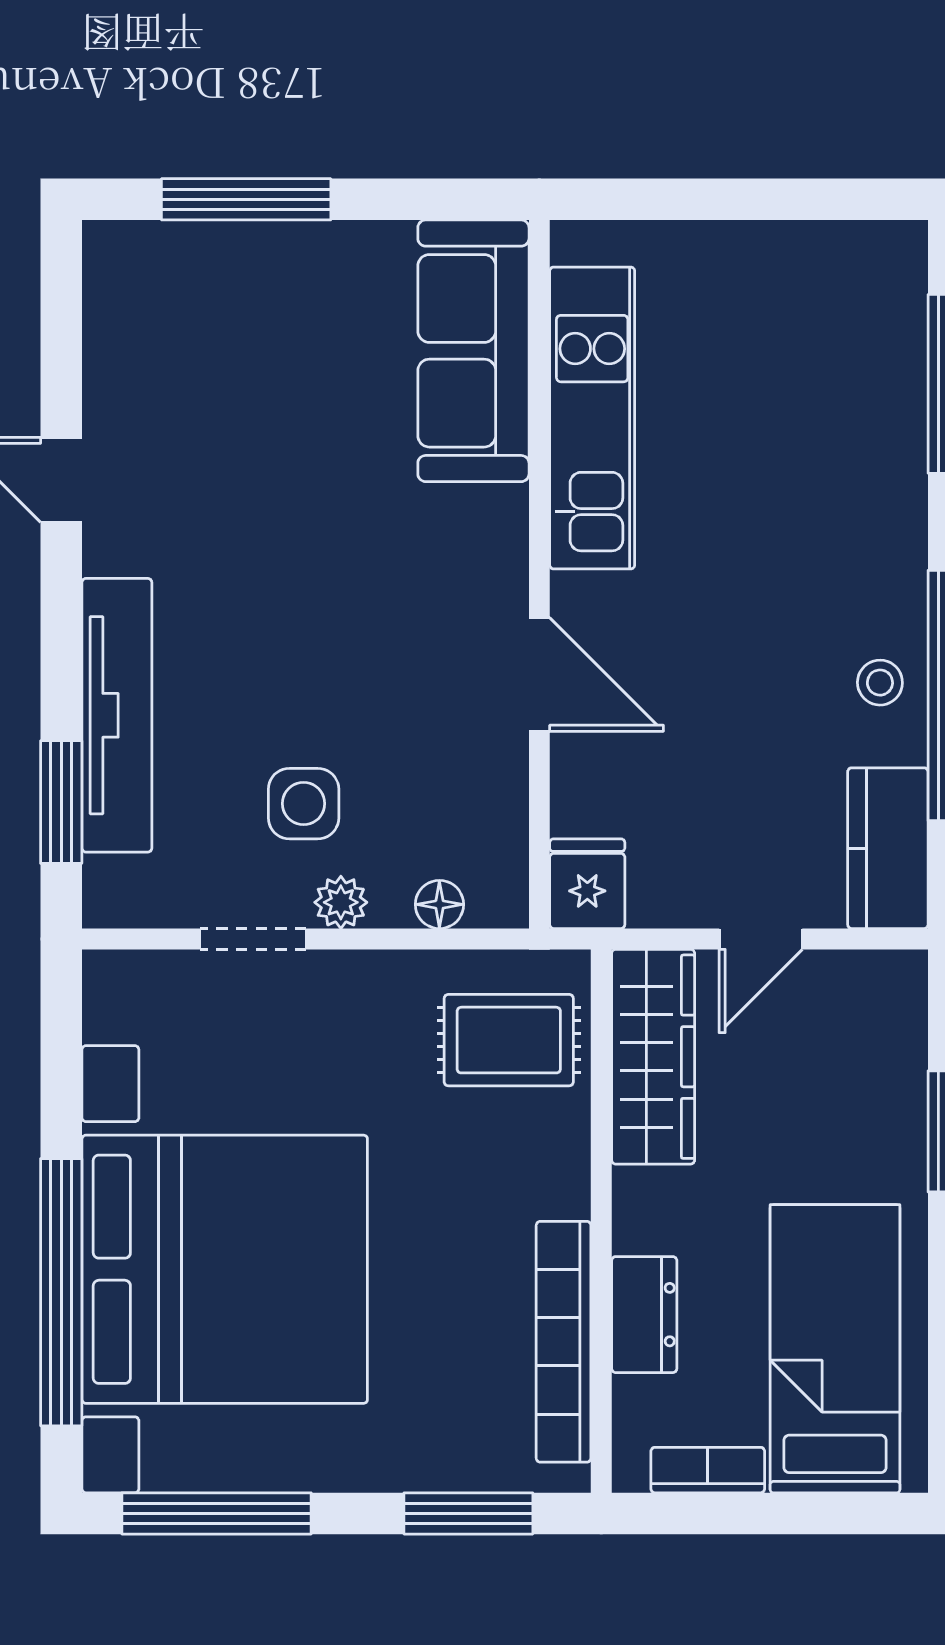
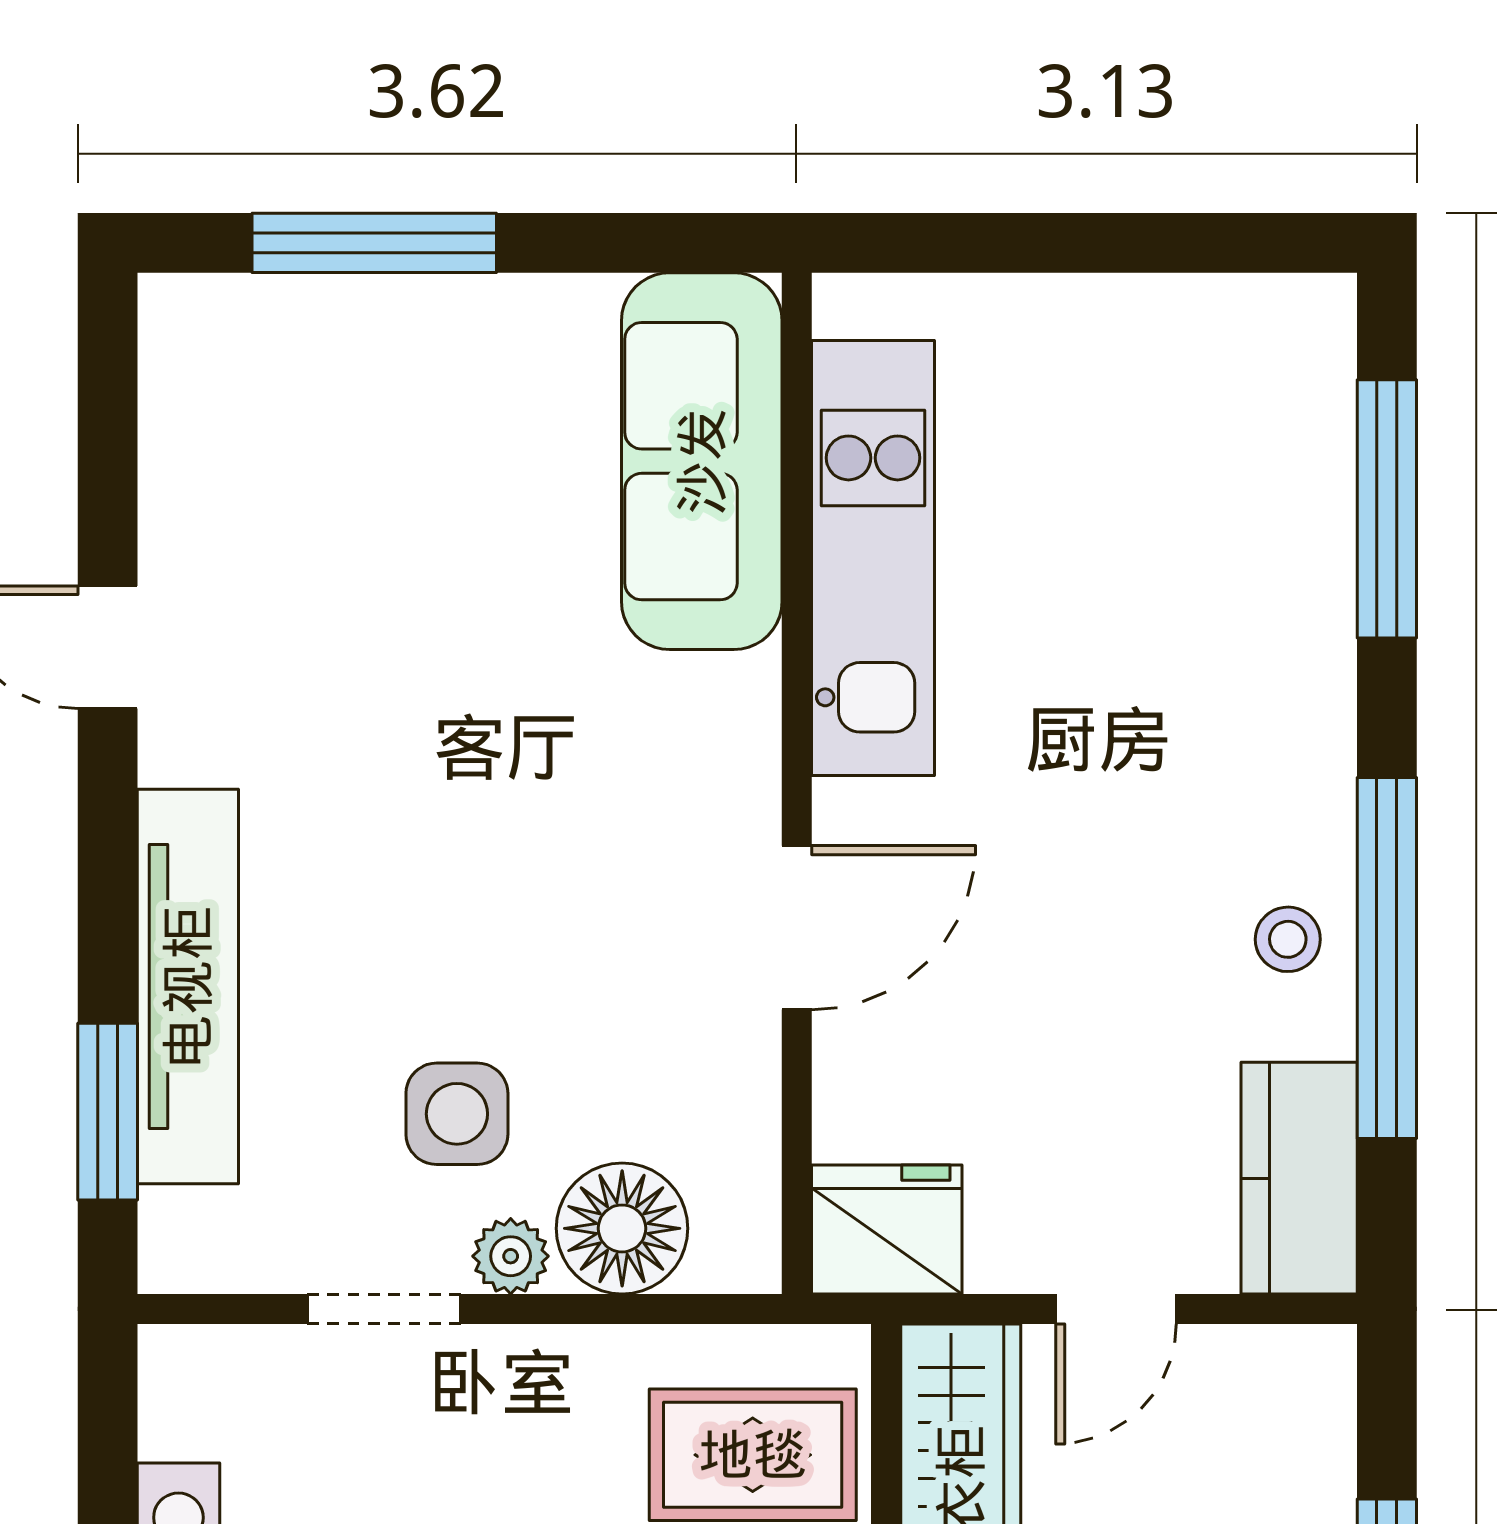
door: (539, 674) -> (797, 928), hinge flipped
fridge: (587, 884) -> (887, 1229), width x1.38
floor lamp: (439, 904) -> (622, 1228), width x1.89, depth x1.89

